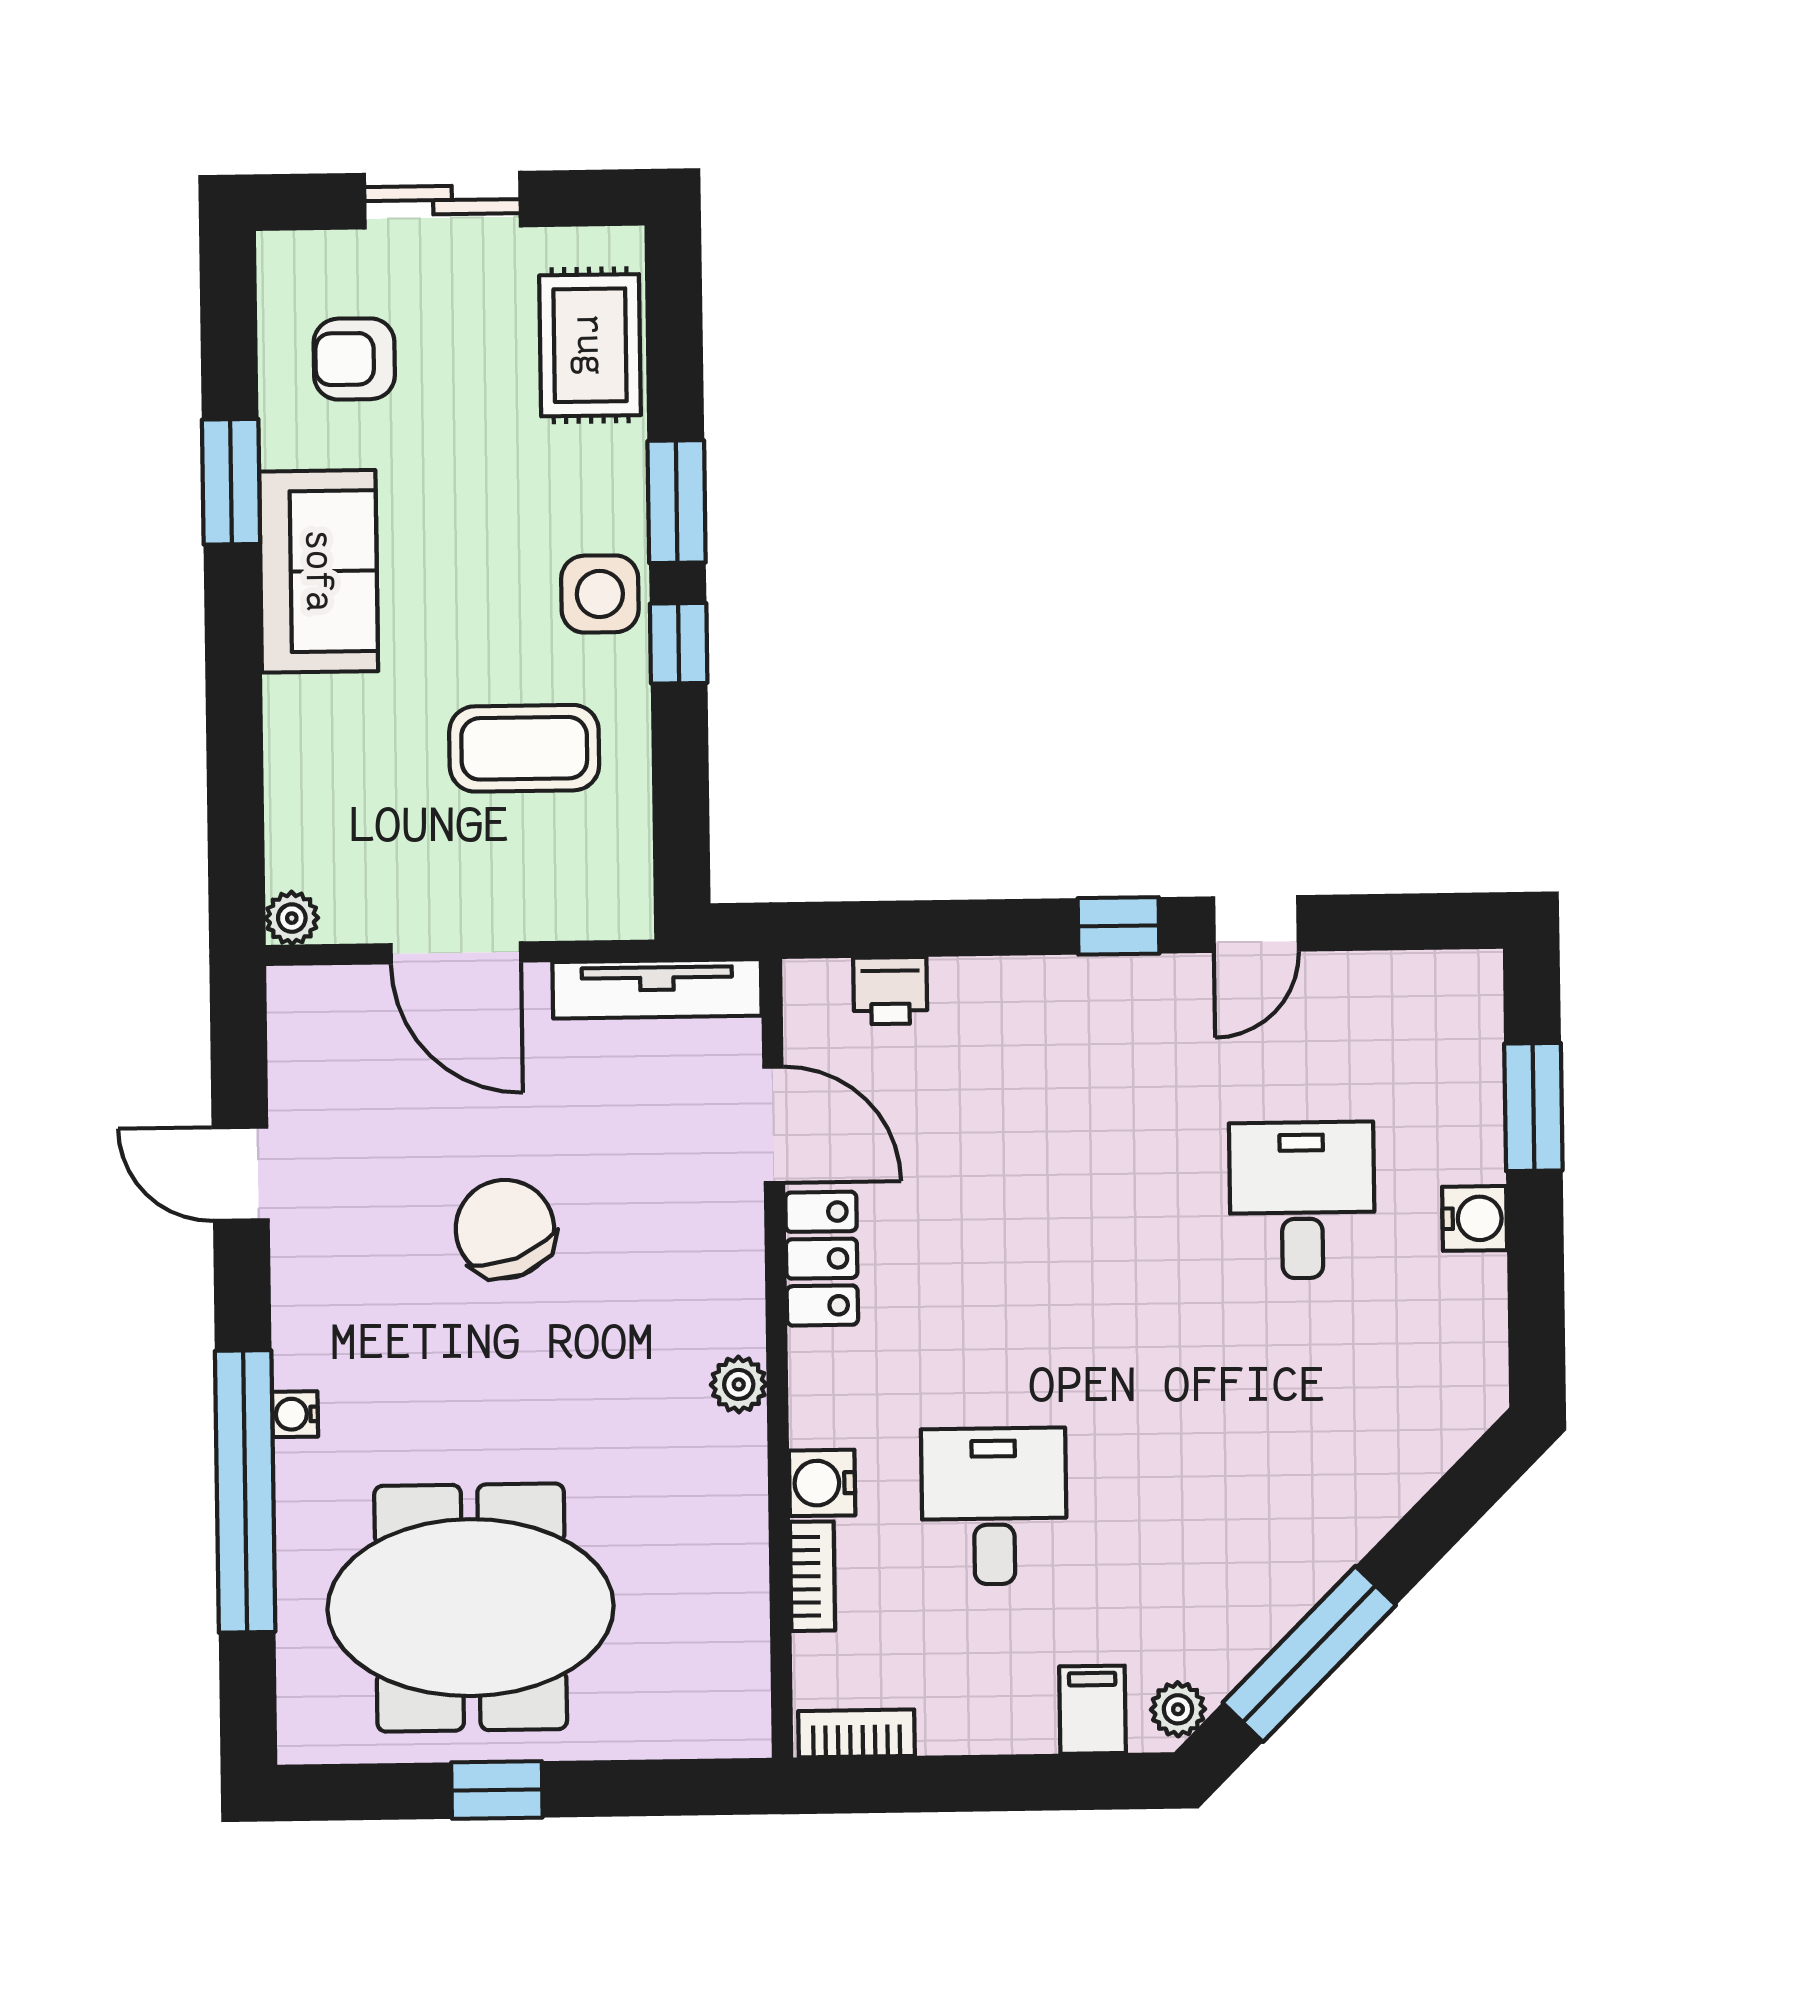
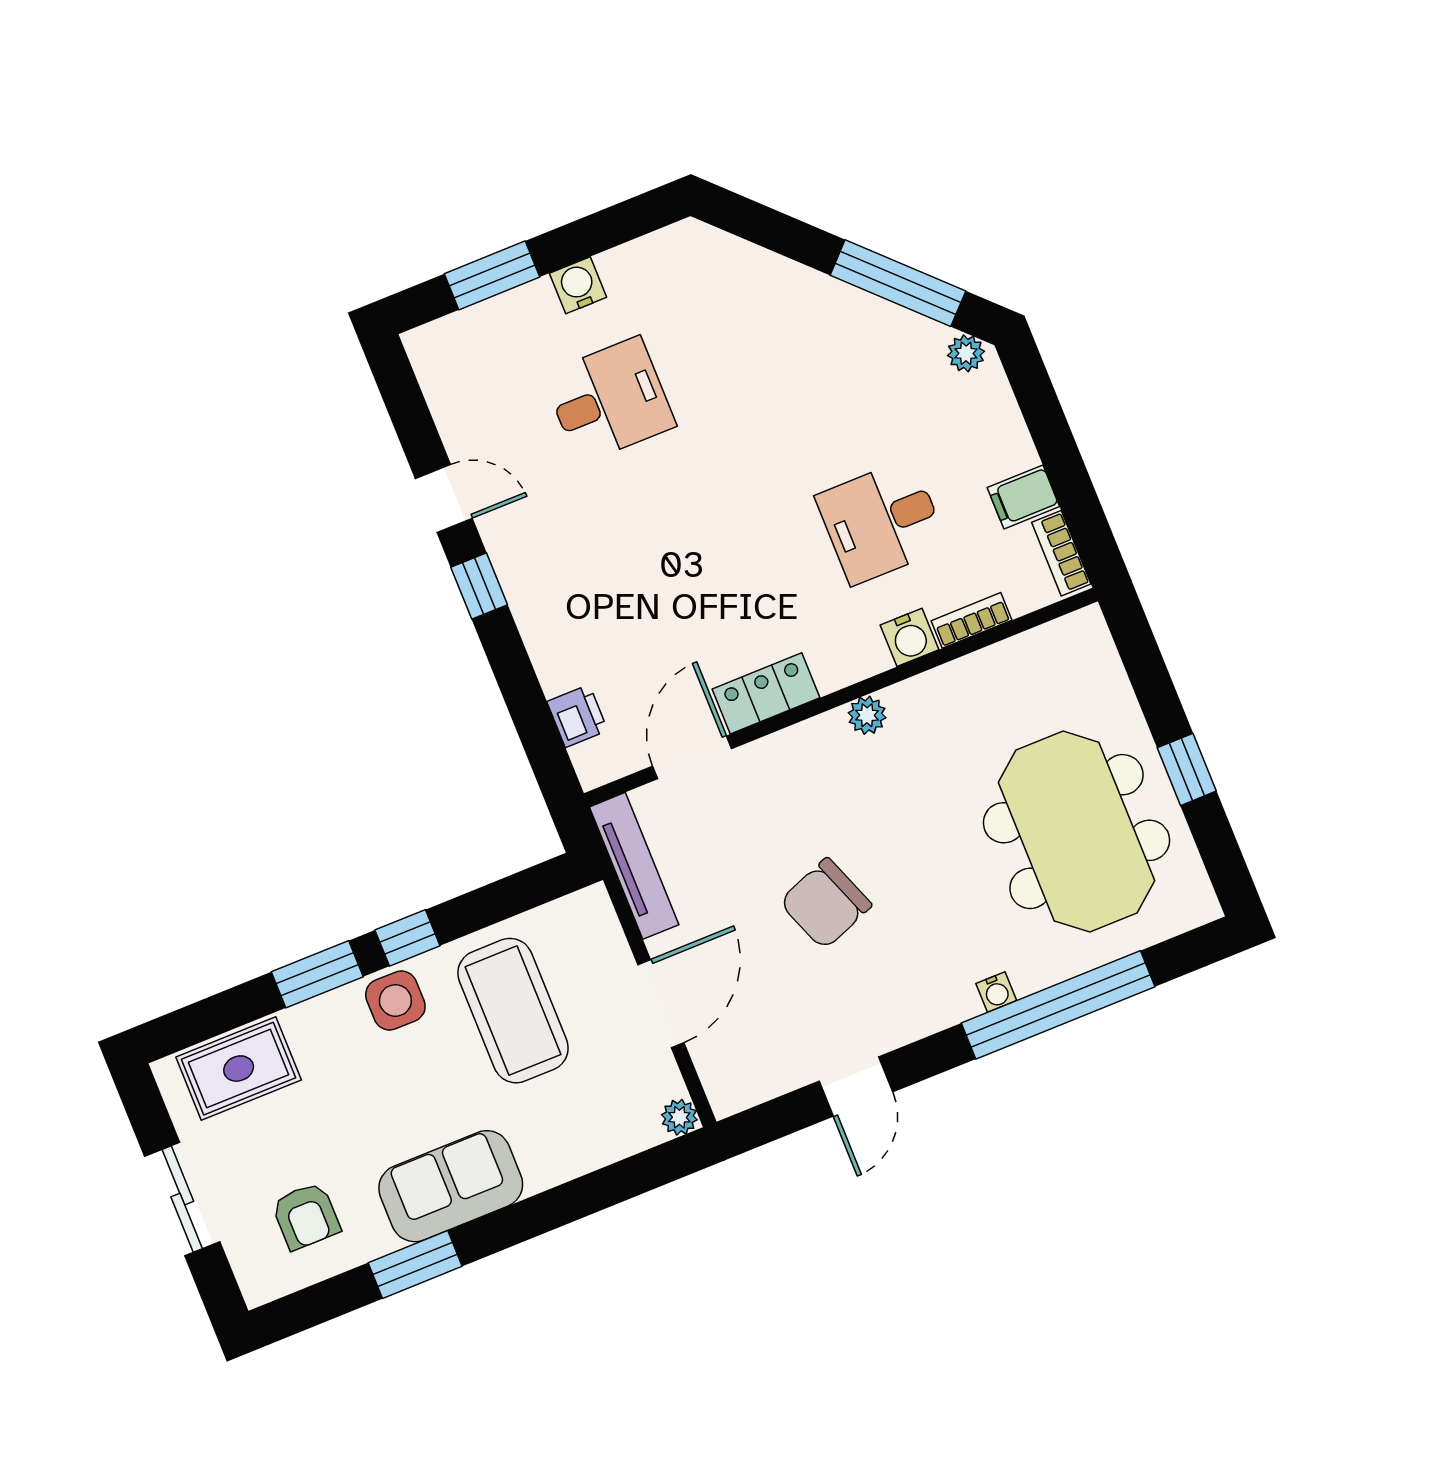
coffee table: (524, 748) -> (513, 1011), width x1.36, depth x1.32
desk: (1302, 1200) -> (609, 400), turned 180
filing cabinet: (1093, 1710) -> (1023, 497), moved

